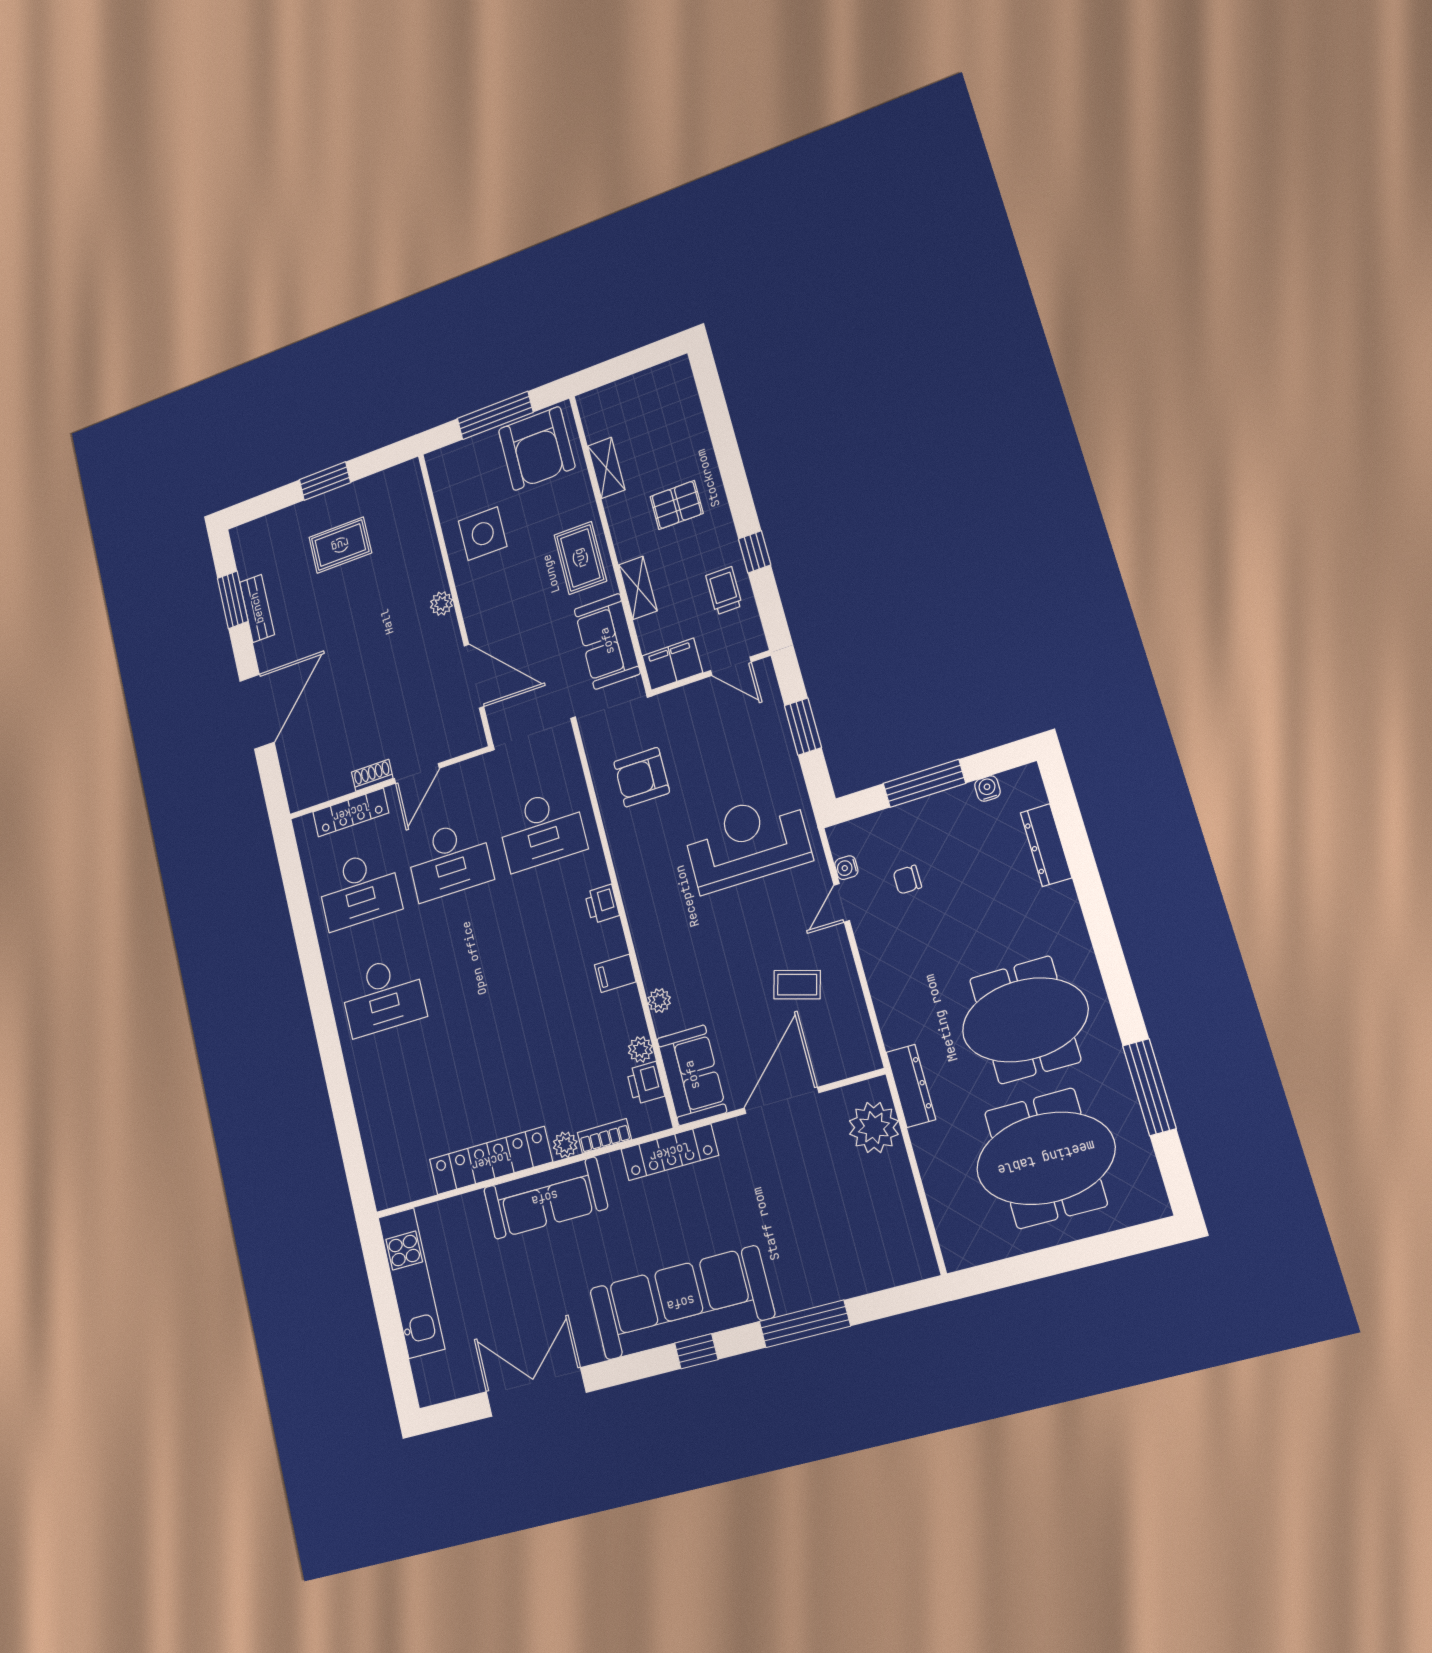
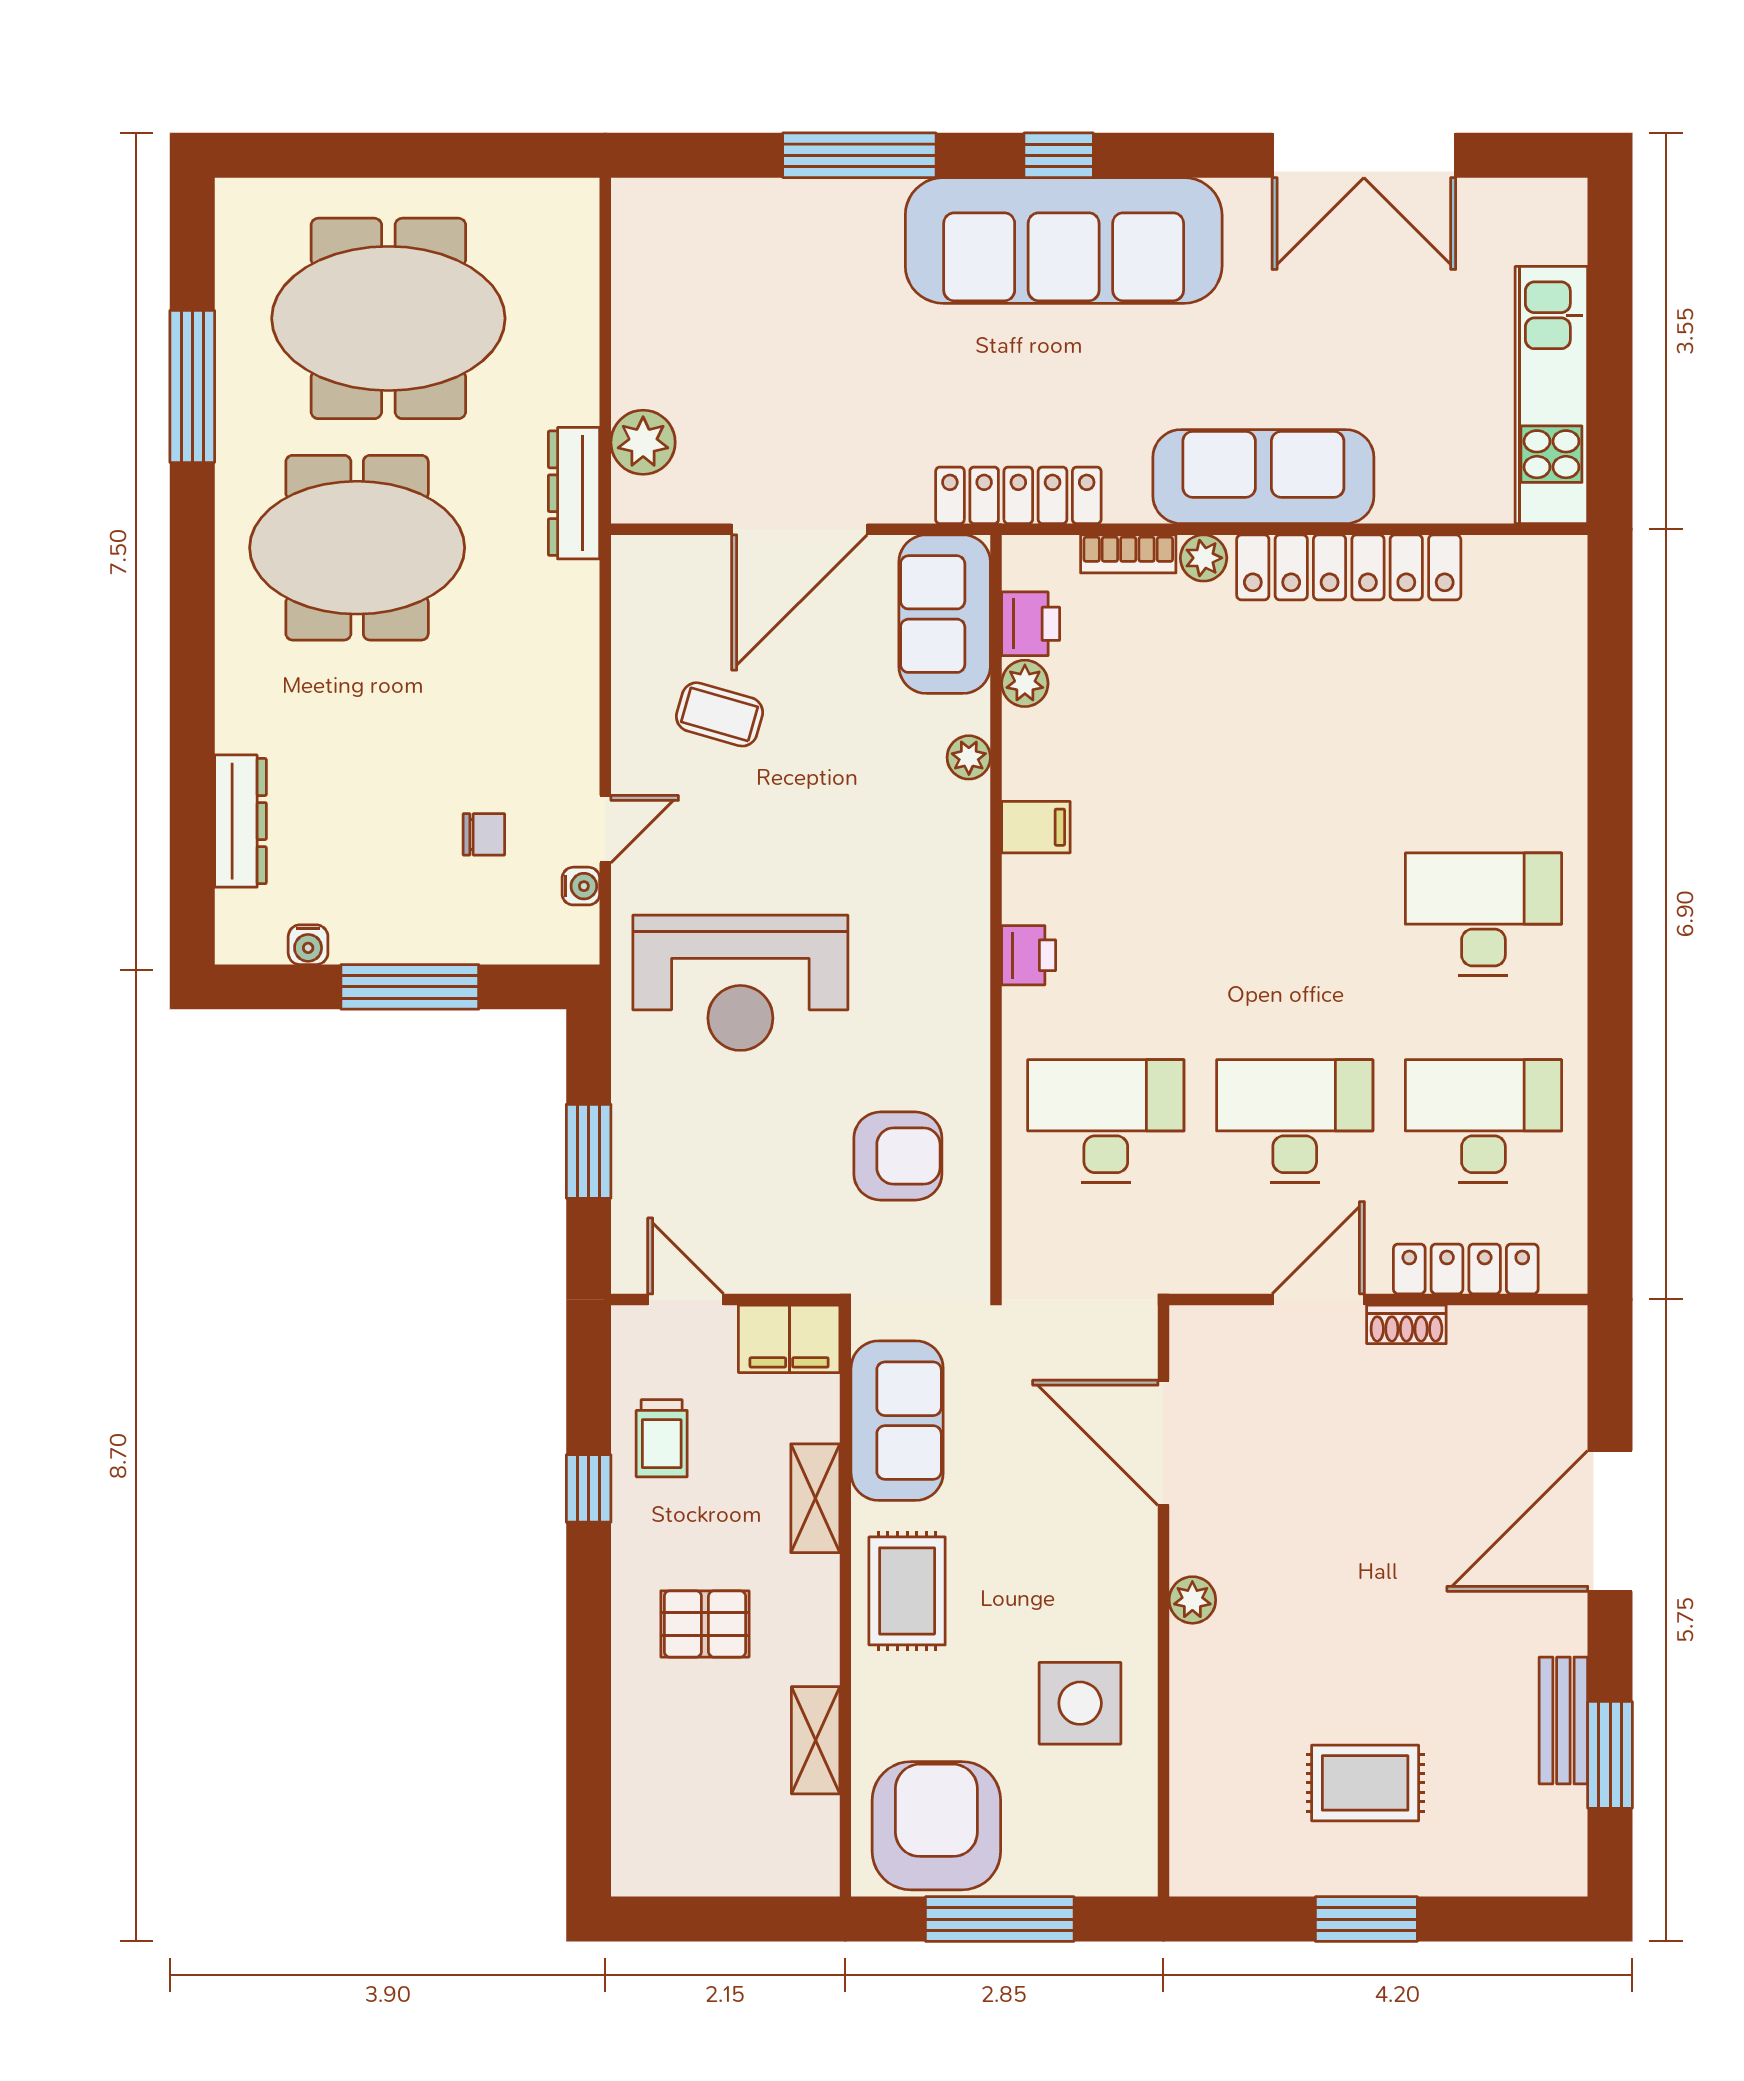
plant: (874, 1128) -> (643, 442), width x0.73, depth x0.73

